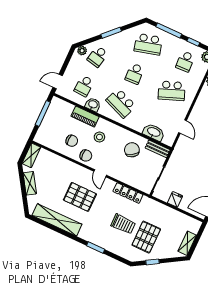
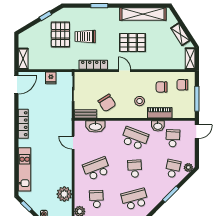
chair: (86, 156) -> (182, 85), moved
shelving: (187, 243) -> (23, 59), moved

